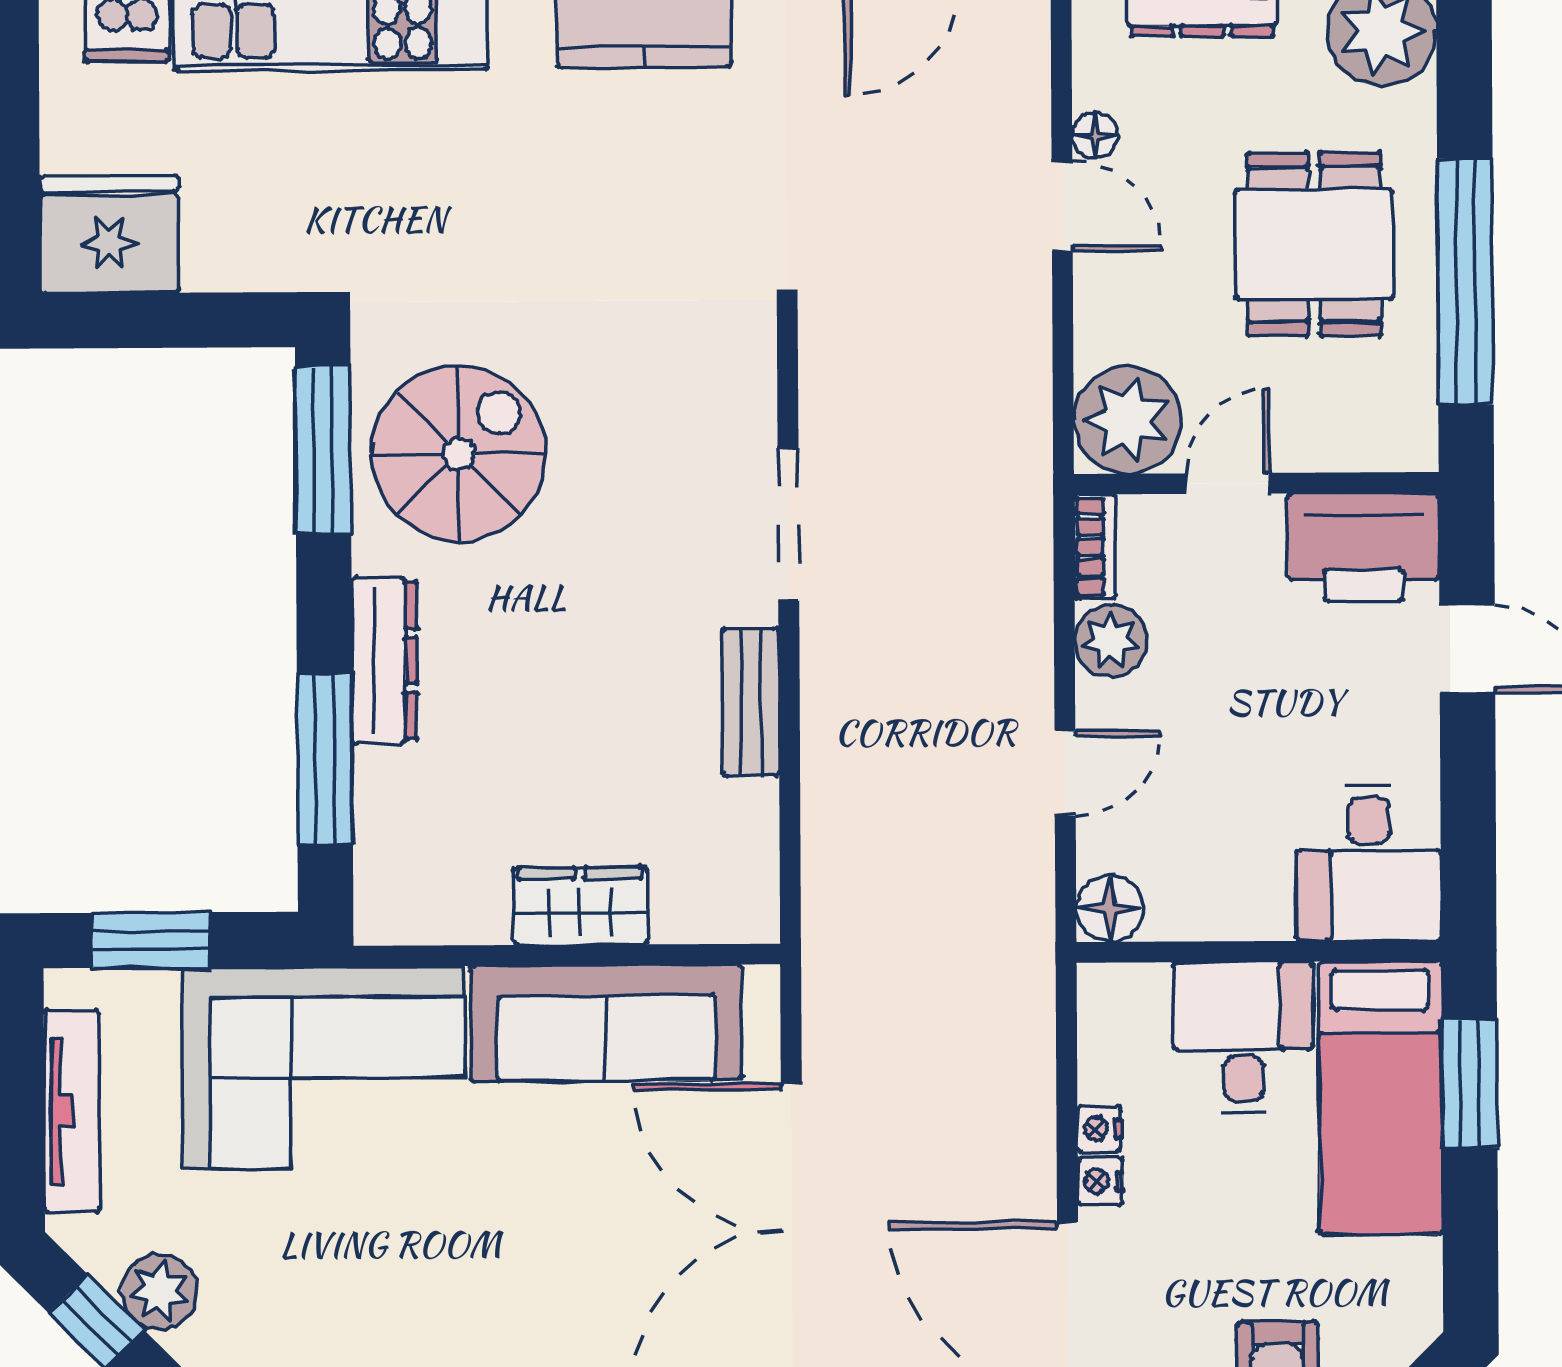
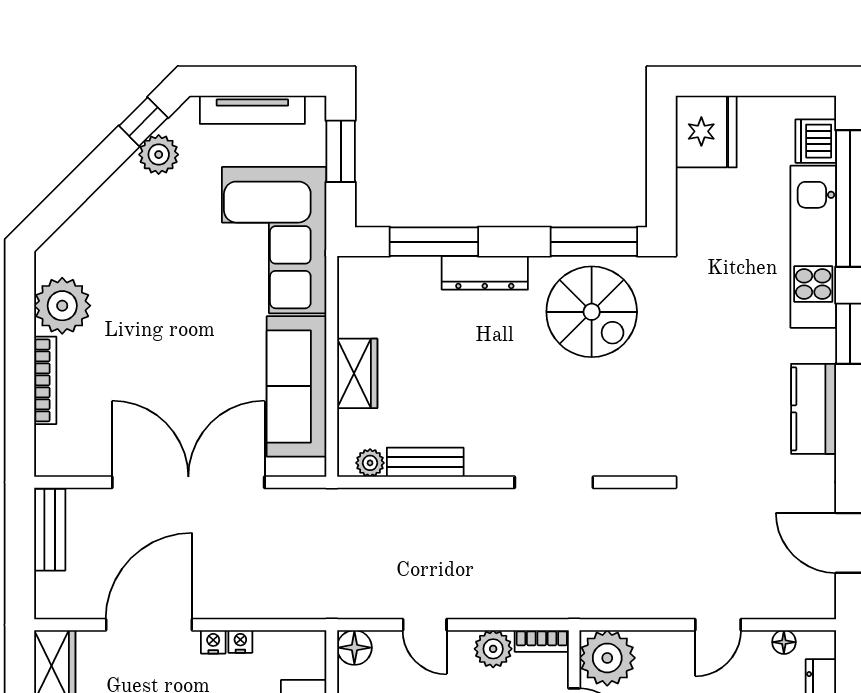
floor lamp: (1095, 136) -> (784, 642), moved
bench: (751, 702) -> (425, 462), moved
plant: (753, 880) -> (370, 463), added

